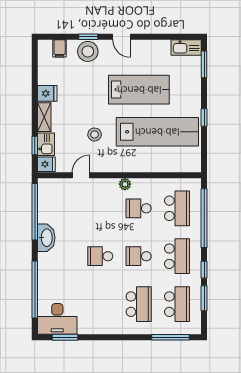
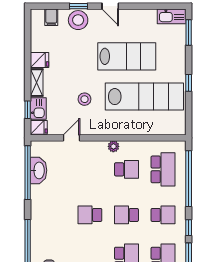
school desk: (139, 208) -> (126, 169), turned 180
washbasin: (46, 238) -> (39, 170), moved
school desk: (177, 256) -> (163, 215), width x0.54

